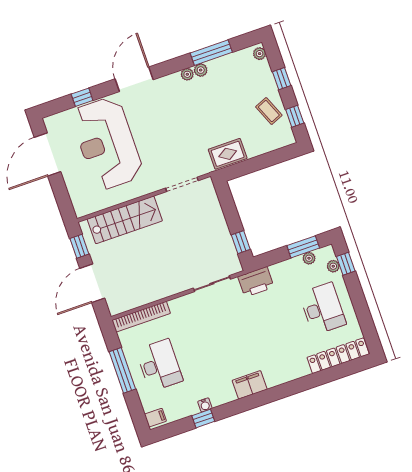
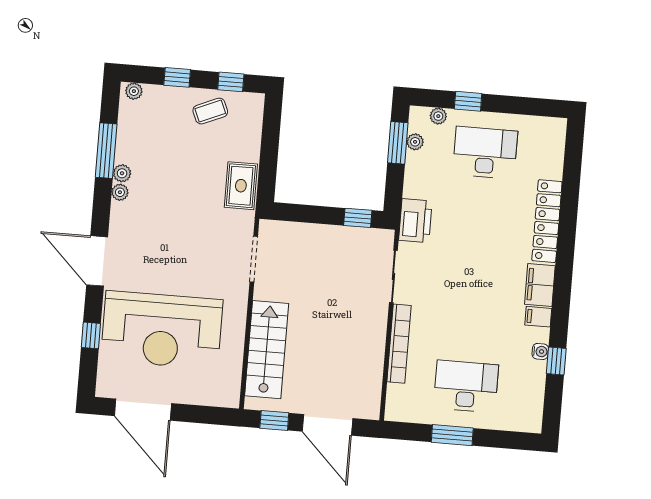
window: (346, 264) -> (468, 101), moved
bookcase: (141, 317) -> (399, 344), moved
locker: (338, 356) -> (547, 221), moved
window: (122, 370) -> (452, 435), width x0.69
filing cabinet: (155, 418) -> (538, 317), moved, turned -90

